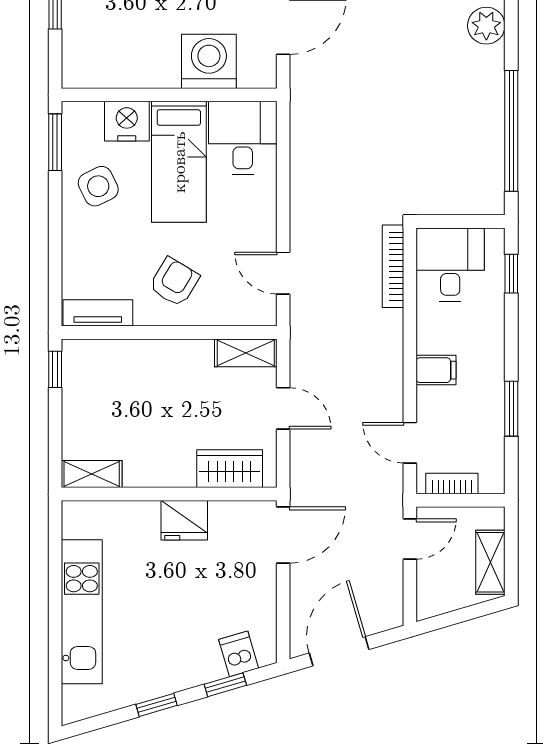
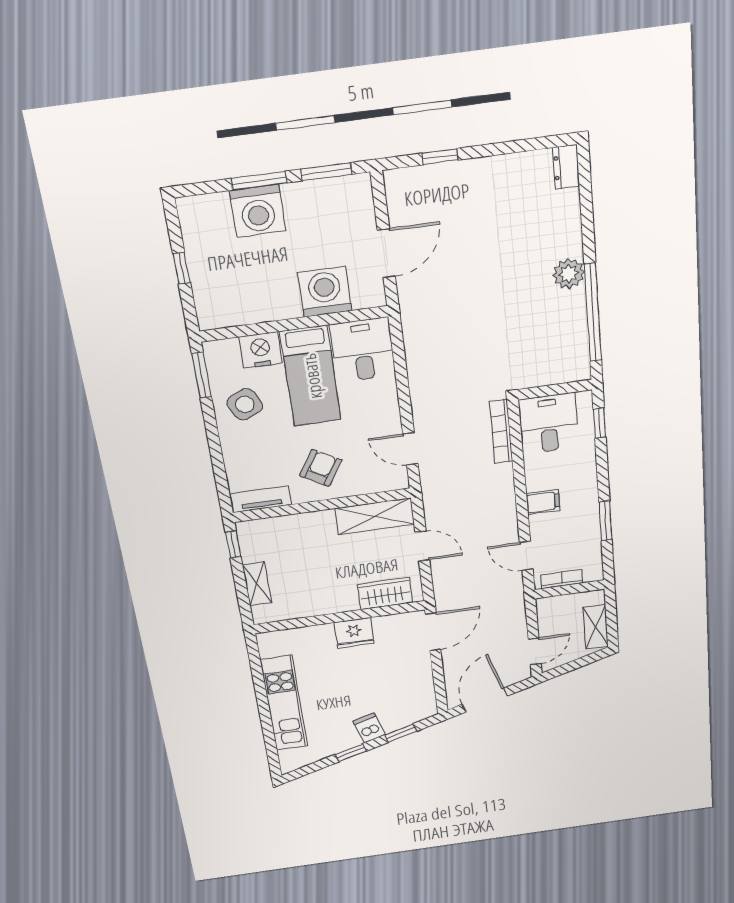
plant: (486, 26) -> (569, 274), moved
shelving: (246, 353) -> (375, 516), width x1.50, depth x1.33
shelving: (92, 474) -> (257, 584), moved, turned 90
door: (410, 539) -> (535, 651), moved
dishwasher: (239, 654) -> (369, 728), moved

